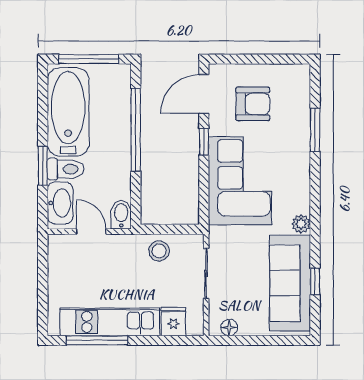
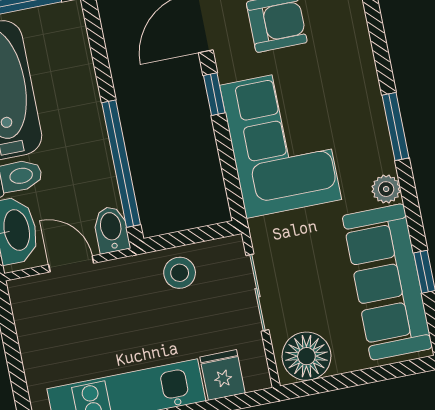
window: (136, 130) -> (121, 164), moved
window: (315, 130) -> (395, 126), moved
floor lamp: (229, 328) -> (306, 356), width x1.89, depth x1.89

